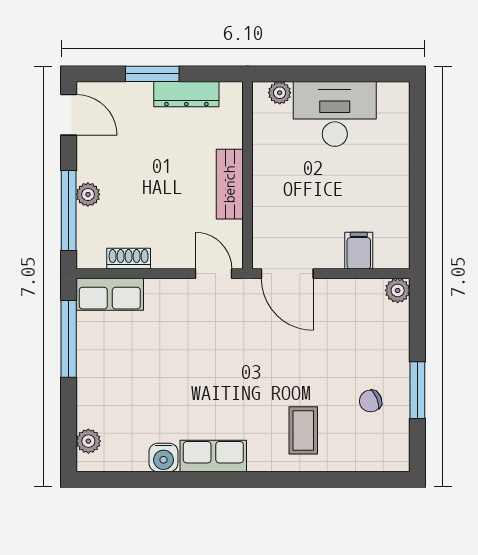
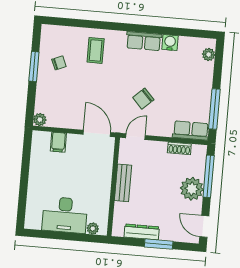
plant: (88, 194) -> (192, 189), width x1.87, depth x1.87
door: (214, 274) -> (135, 137), swing flipped
chair: (205, 347) -> (143, 99), added

